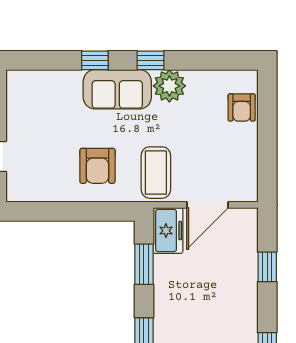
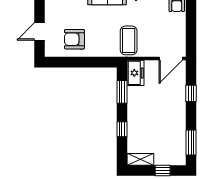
armchair: (97, 166) -> (74, 39), moved, turned 90
door: (208, 205) -> (171, 59), moved

